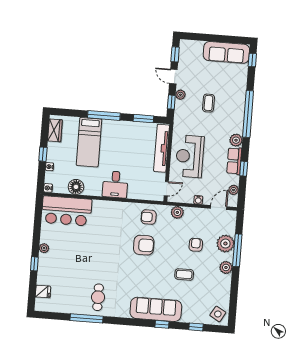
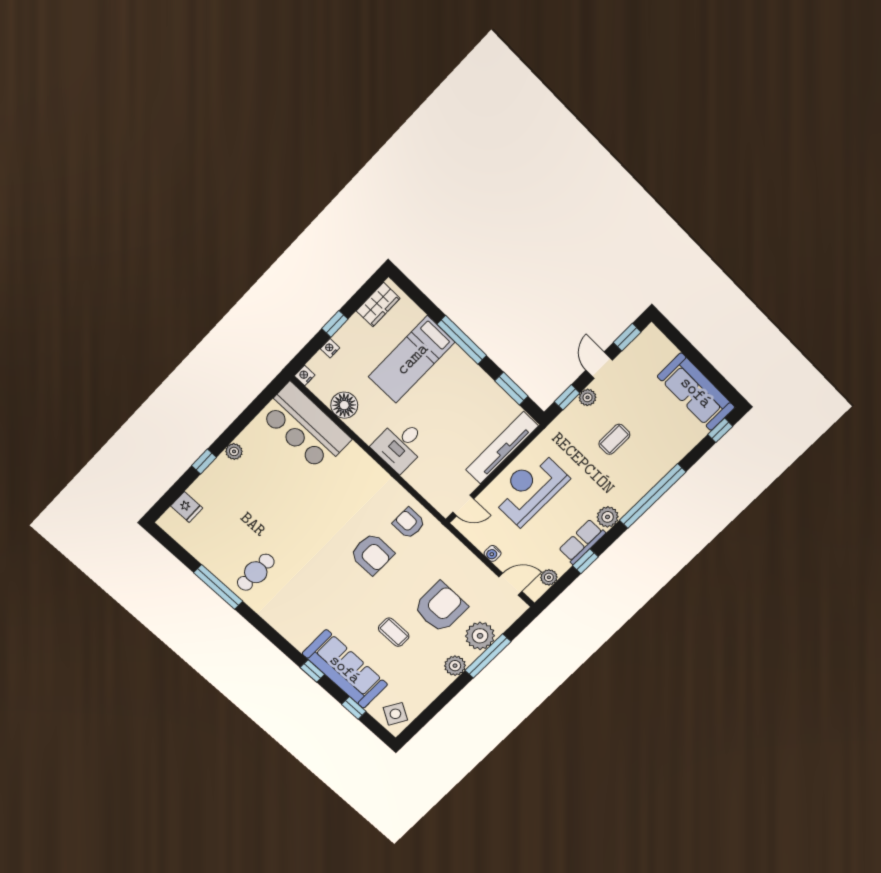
plant: (177, 212) -> (452, 547), removed
armchair: (196, 245) -> (441, 607), width x1.88, depth x1.88
sofa: (156, 309) -> (345, 669), moved

